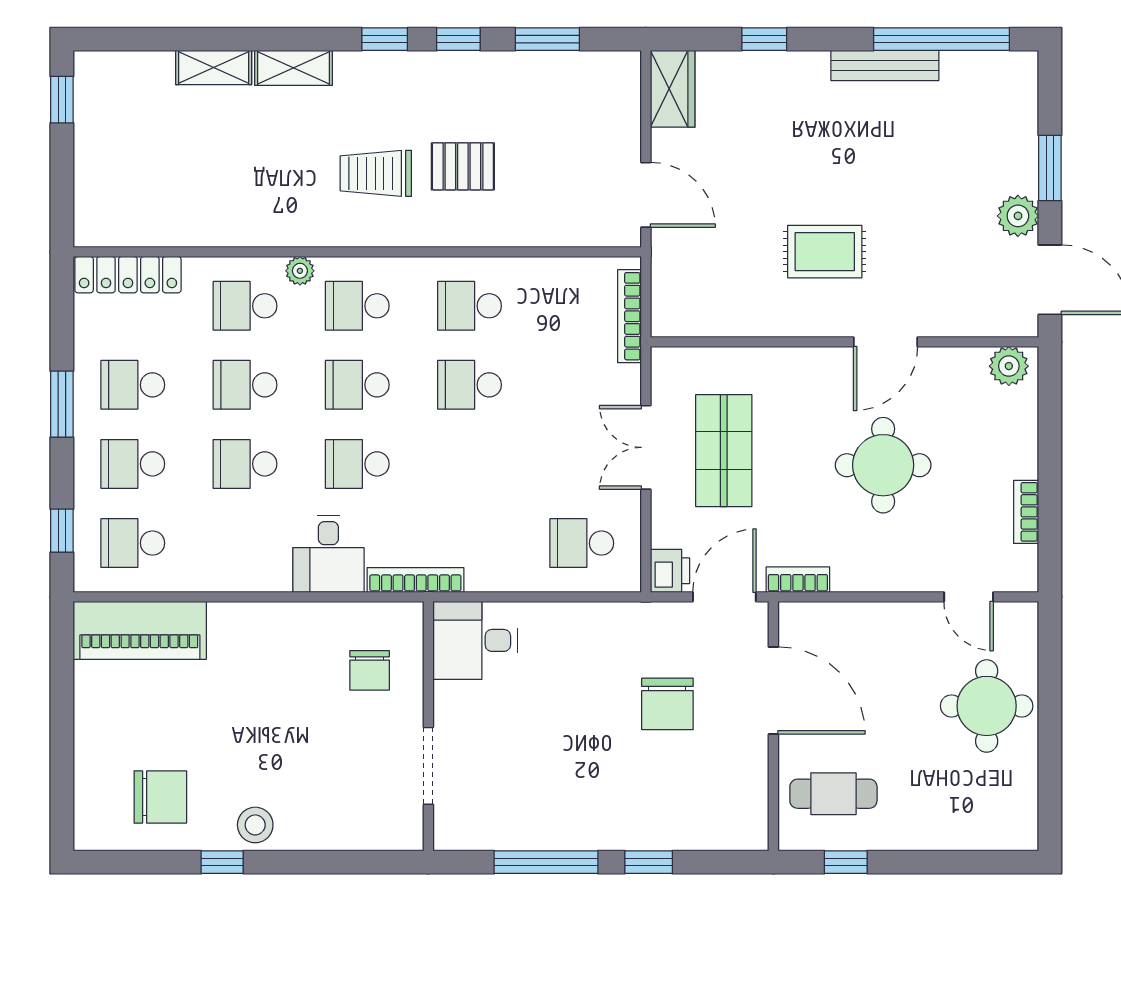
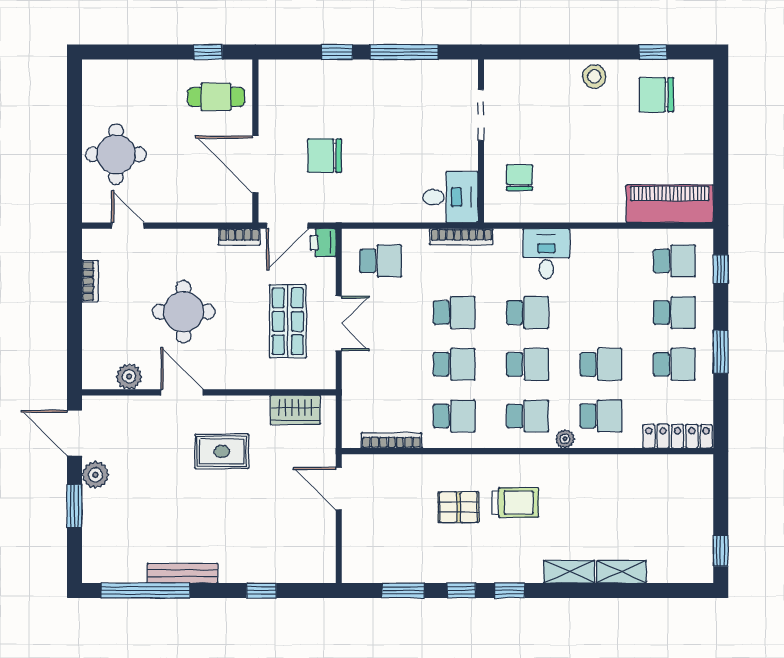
wardrobe: (673, 89) -> (295, 410), moved, turned -90
bookcase: (629, 316) -> (392, 440), moved, turned -90
door: (886, 342) -> (182, 392), hinge flipped
plant: (1009, 366) -> (129, 377), moved
school desk: (245, 464) -> (454, 313), moved
bookcase: (415, 580) -> (461, 237), moved
chair: (667, 704) -> (325, 156), turned -90
window: (222, 862) -> (653, 52), moved

